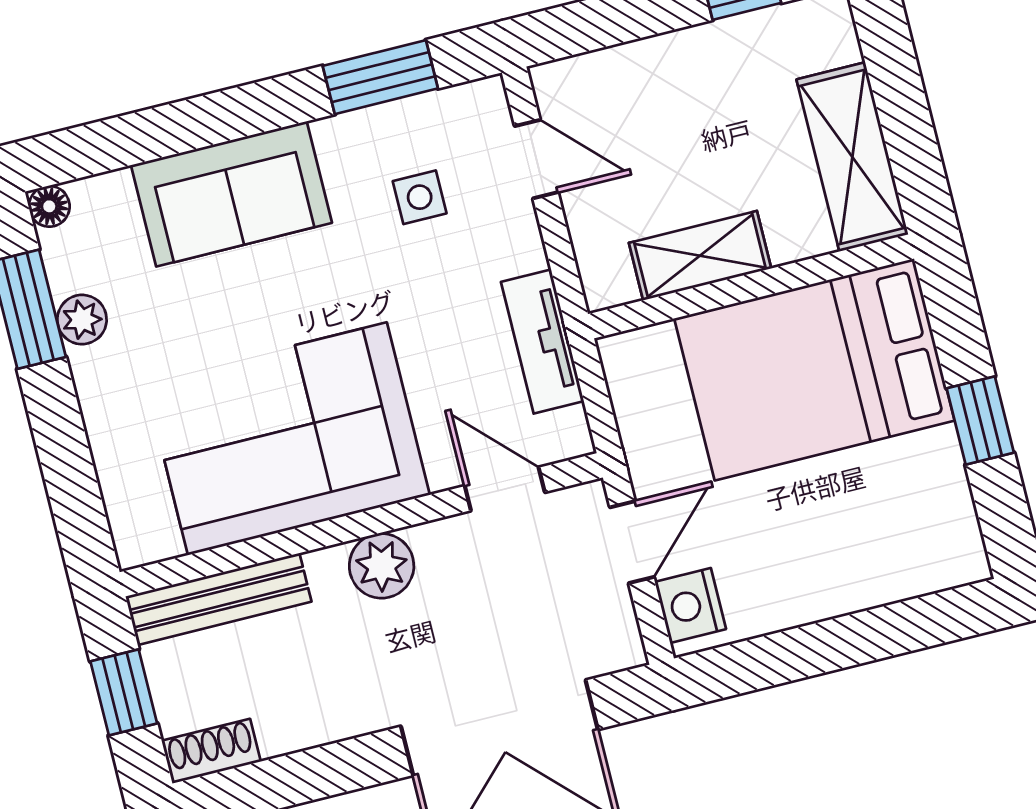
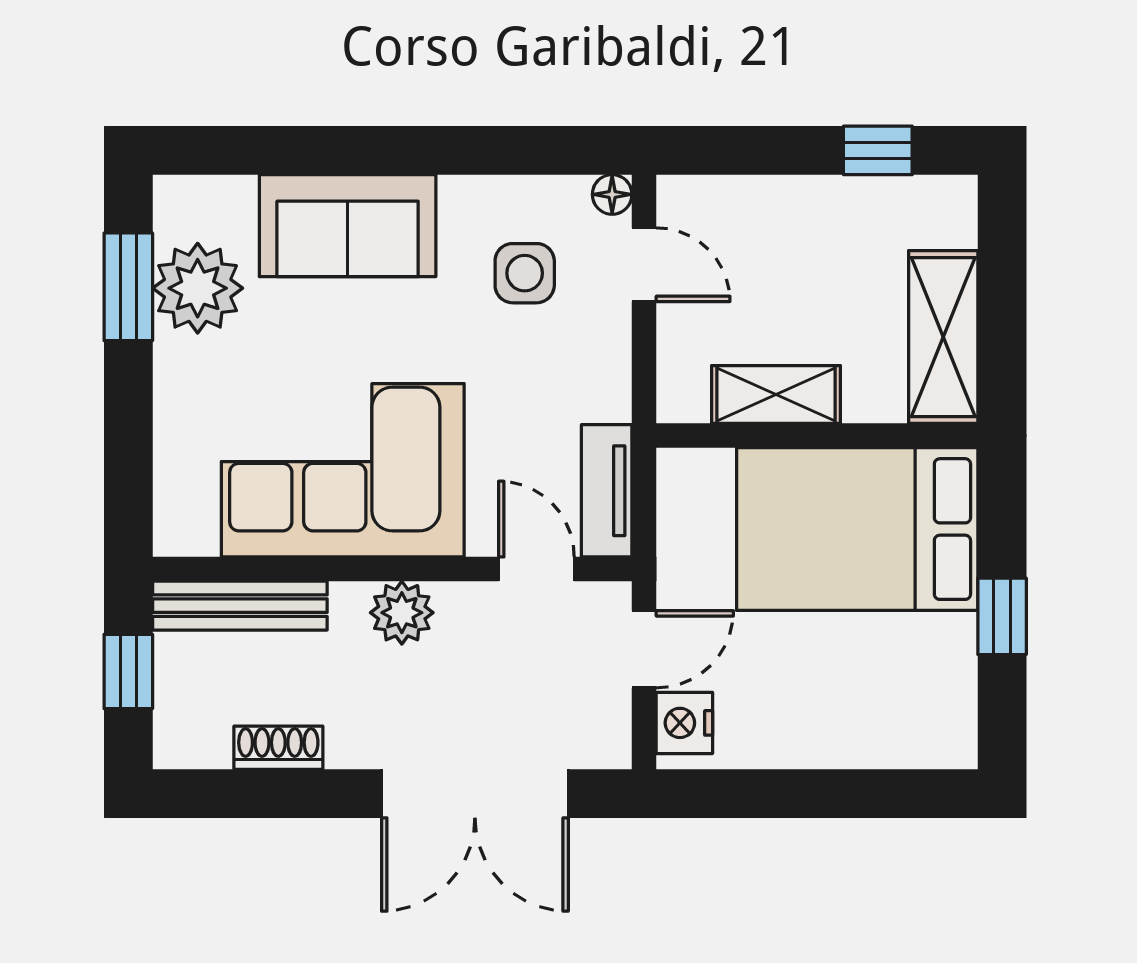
window: (380, 77) -> (516, 150), removed
side table: (420, 197) -> (525, 273), width x1.37, depth x1.37
floor lamp: (49, 206) -> (612, 194), moved
plant: (82, 320) -> (198, 288), width x1.88, depth x1.88
tv unit: (542, 342) -> (607, 491), moved
shoe rack: (211, 751) -> (278, 748), moved

